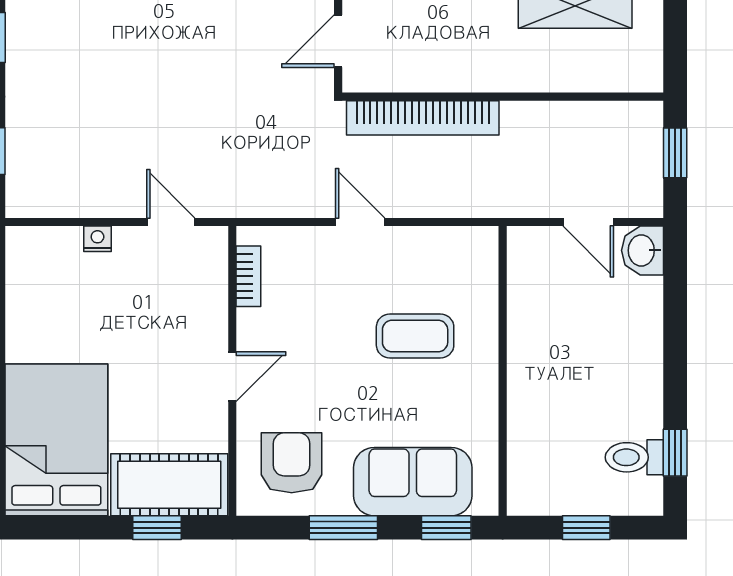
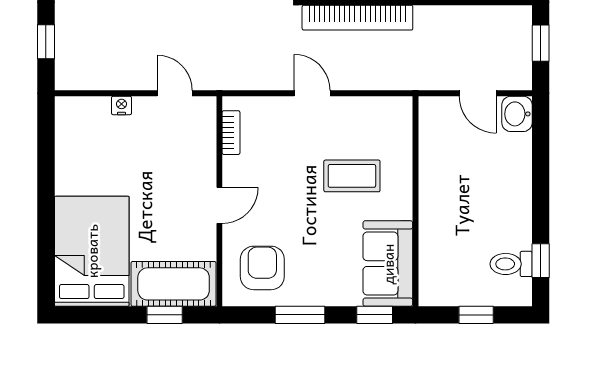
sofa: (413, 482) -> (388, 264), moved, turned -90

